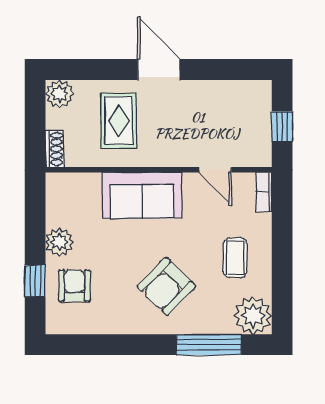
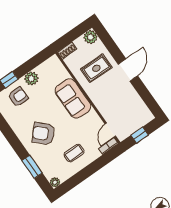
door: (215, 170) -> (110, 130), moved
plant: (253, 316) -> (55, 182), width x0.53, depth x0.53
window: (209, 345) -> (32, 167), width x0.69

